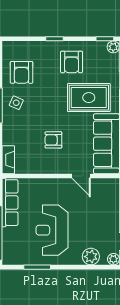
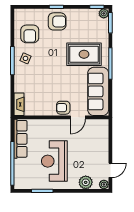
armchair: (72, 62) -> (57, 21), moved, turned -90
armchair: (53, 140) -> (63, 108), moved
door: (81, 176) -> (78, 117), hinge flipped

